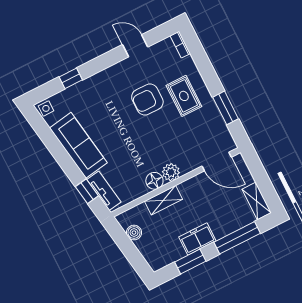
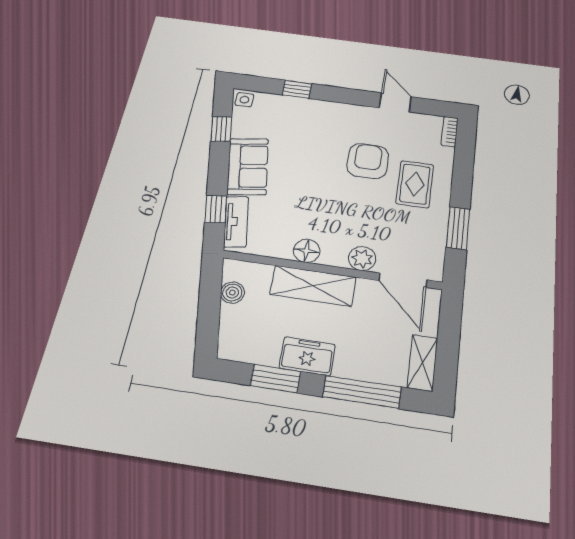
armchair: (147, 100) -> (368, 161), turned 90
window: (49, 138) -> (221, 129), added
sofa: (78, 145) -> (248, 166), width x0.73
plant: (171, 172) -> (362, 258), moved
shelving: (163, 200) -> (313, 286), width x1.50, depth x1.33

